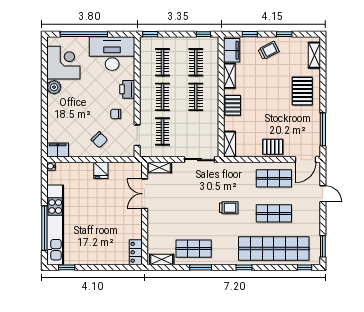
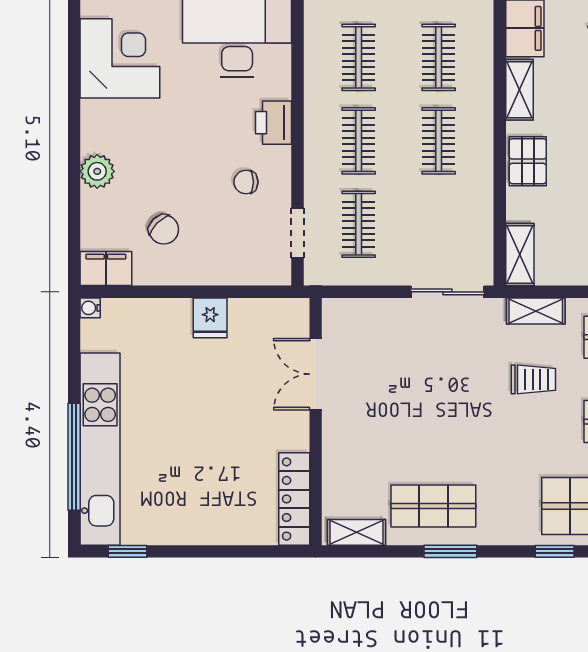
plant: (54, 87) -> (97, 171), moved
chair: (99, 140) -> (164, 230), moved
shelving: (159, 168) -> (536, 311), moved
trolley: (229, 208) -> (533, 379), moved
locker: (136, 252) -> (294, 499), width x1.53

